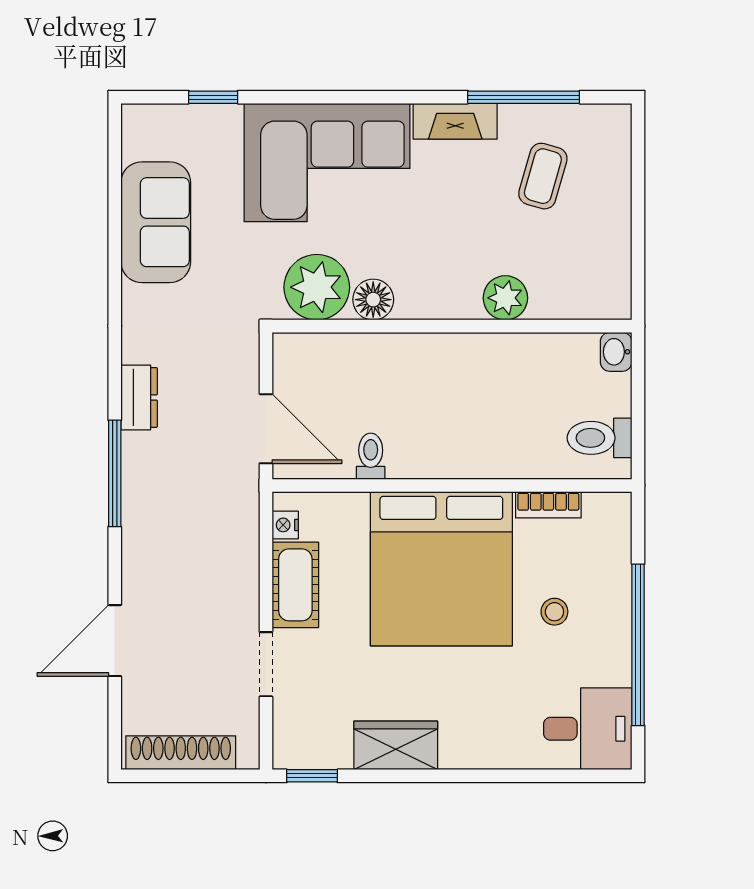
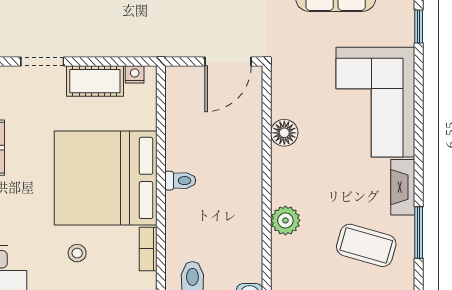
window: (524, 97) -> (419, 233), width x0.69
coffee table: (543, 176) -> (366, 245), width x1.36, depth x1.30
plant: (317, 287) -> (292, 95), removed
door: (266, 429) -> (228, 62), moved
toilet: (371, 456) -> (180, 181), moved

